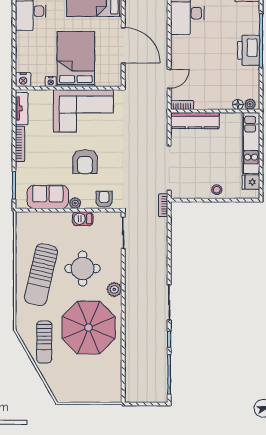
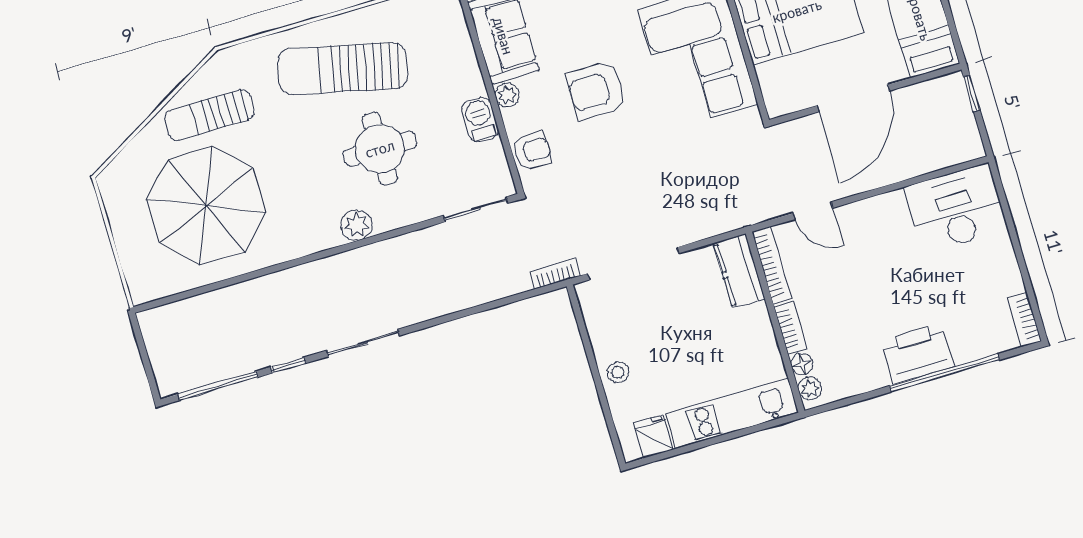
bookcase: (182, 105) -> (772, 265), width x1.56
bookcase: (220, 105) -> (790, 328), added
kitchen counter: (195, 121) -> (739, 271), width x0.67
parasol: (89, 328) -> (206, 206), moved

